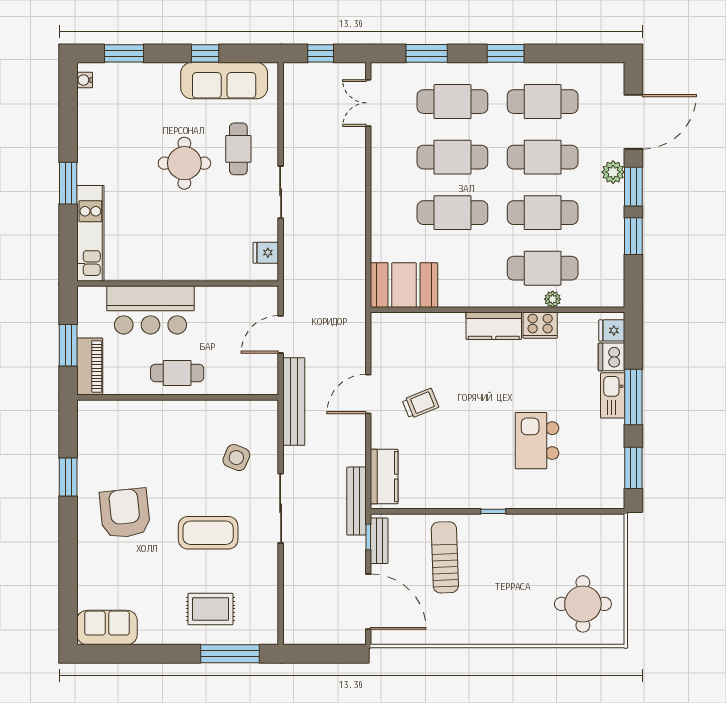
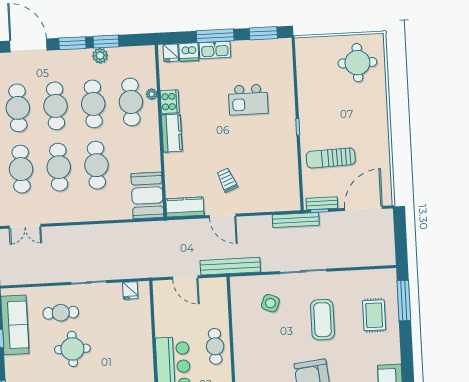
plant: (613, 172) -> (100, 56), moved
kitchen counter: (384, 477) -> (185, 207), moved

